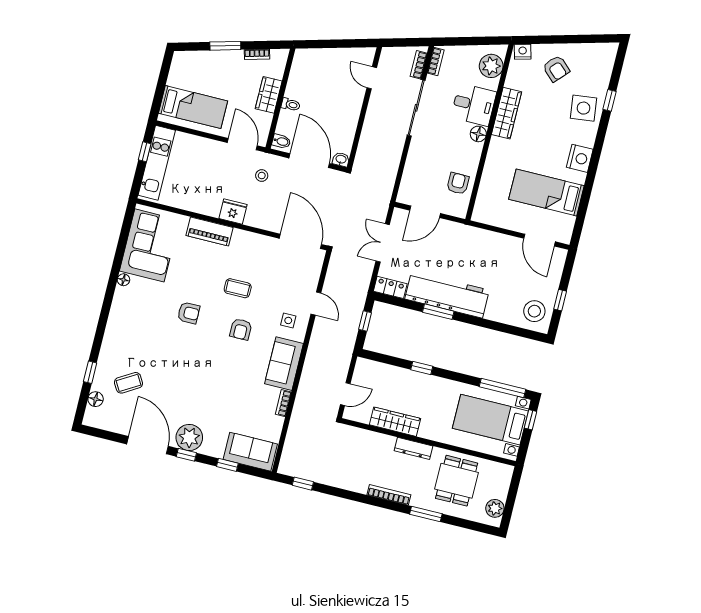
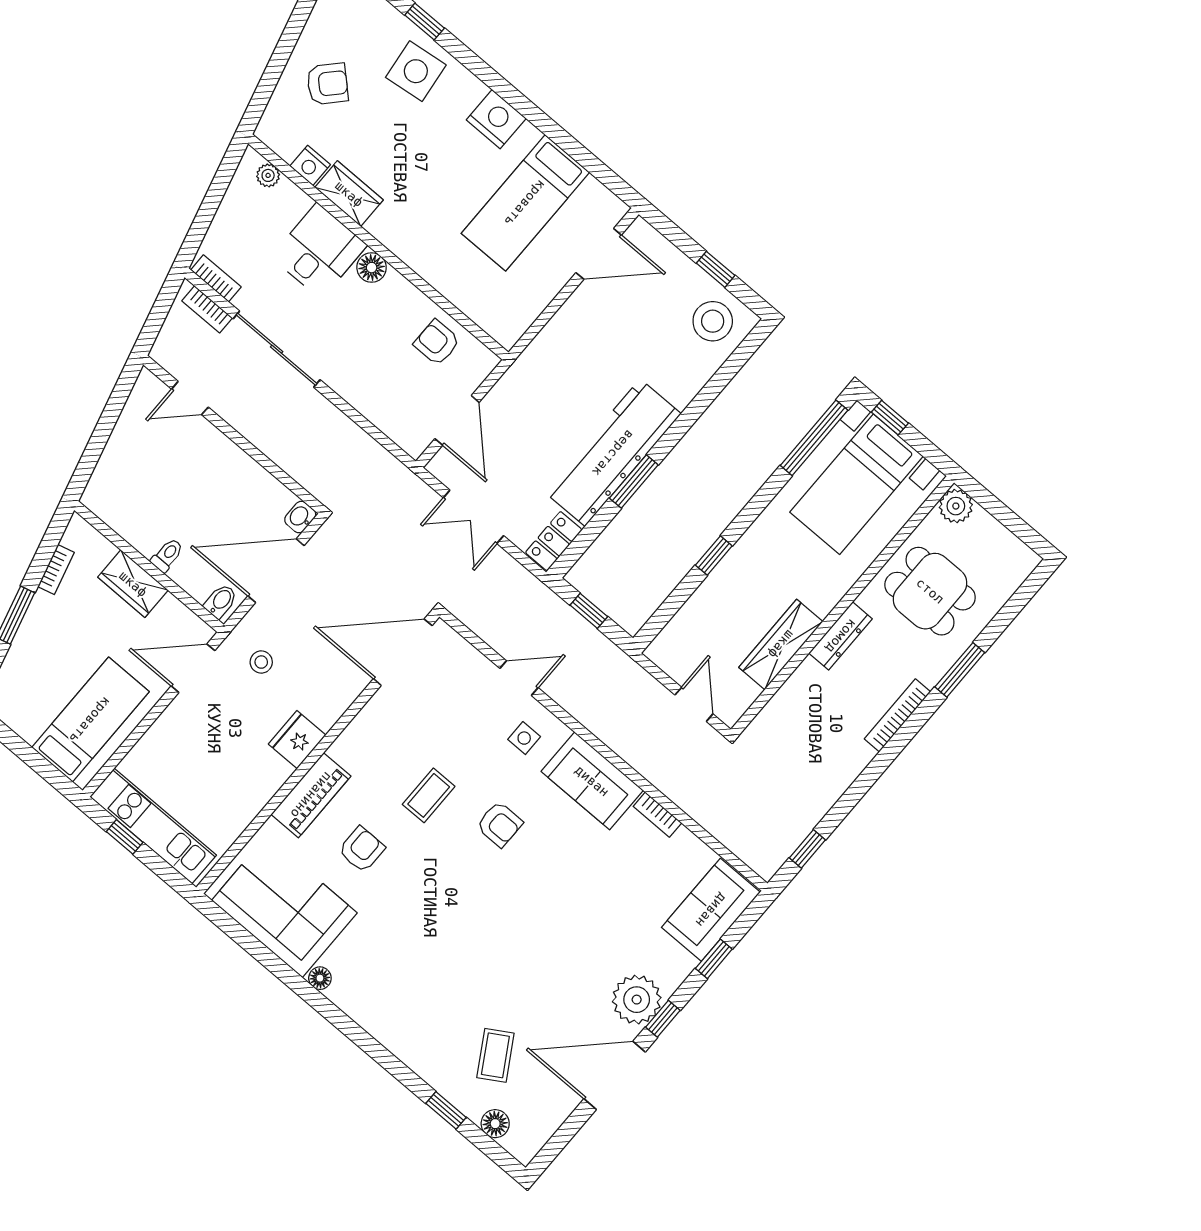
nightstand: (523, 52) -> (310, 165), moved, turned -75
plant: (491, 66) -> (268, 175), width x0.53, depth x0.53
wardrobe: (507, 113) -> (349, 194), width x0.67
armchair: (189, 313) -> (362, 849), moved
plant: (495, 508) -> (956, 506), moved

